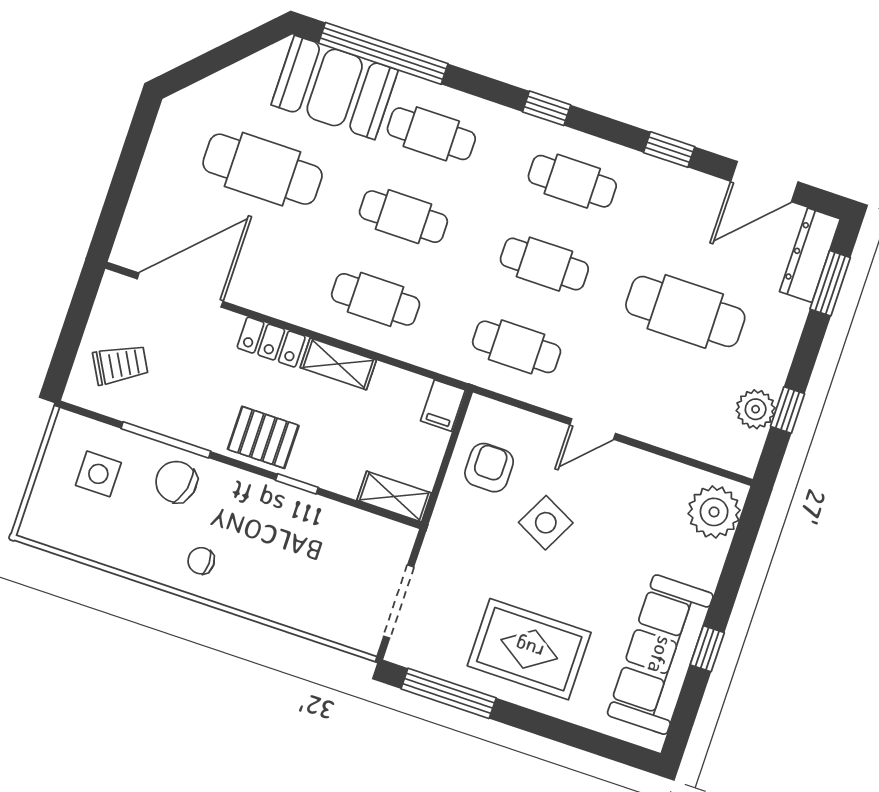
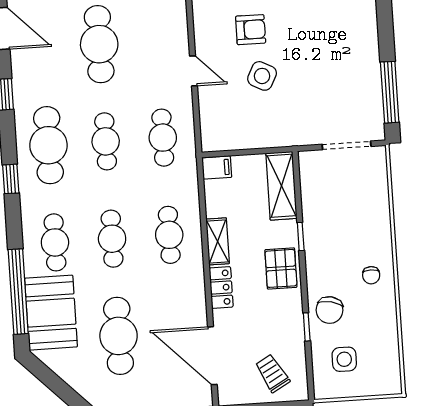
cafe table: (572, 181) -> (48, 145), width x1.37, depth x1.35
window: (166, 440) -> (307, 327), width x0.46
armchair: (489, 468) -> (251, 30), moved, turned 180
shelving: (394, 497) -> (281, 186), width x1.50, depth x1.33
rug: (529, 649) -> (343, 54), removed

